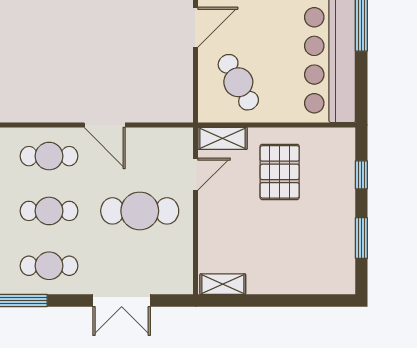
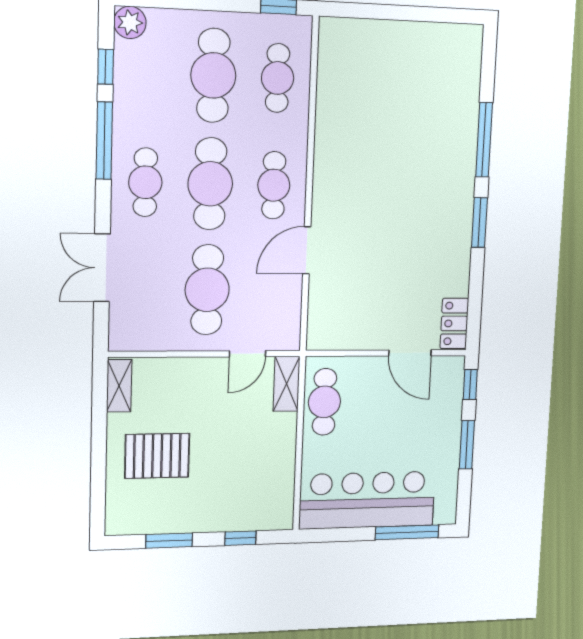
cafe table: (238, 82) -> (324, 402), moved, turned -61
pallet: (280, 172) -> (157, 456), moved
door: (196, 174) -> (247, 354), hinge flipped
cafe table: (49, 211) -> (210, 184), width x1.37, depth x1.35

